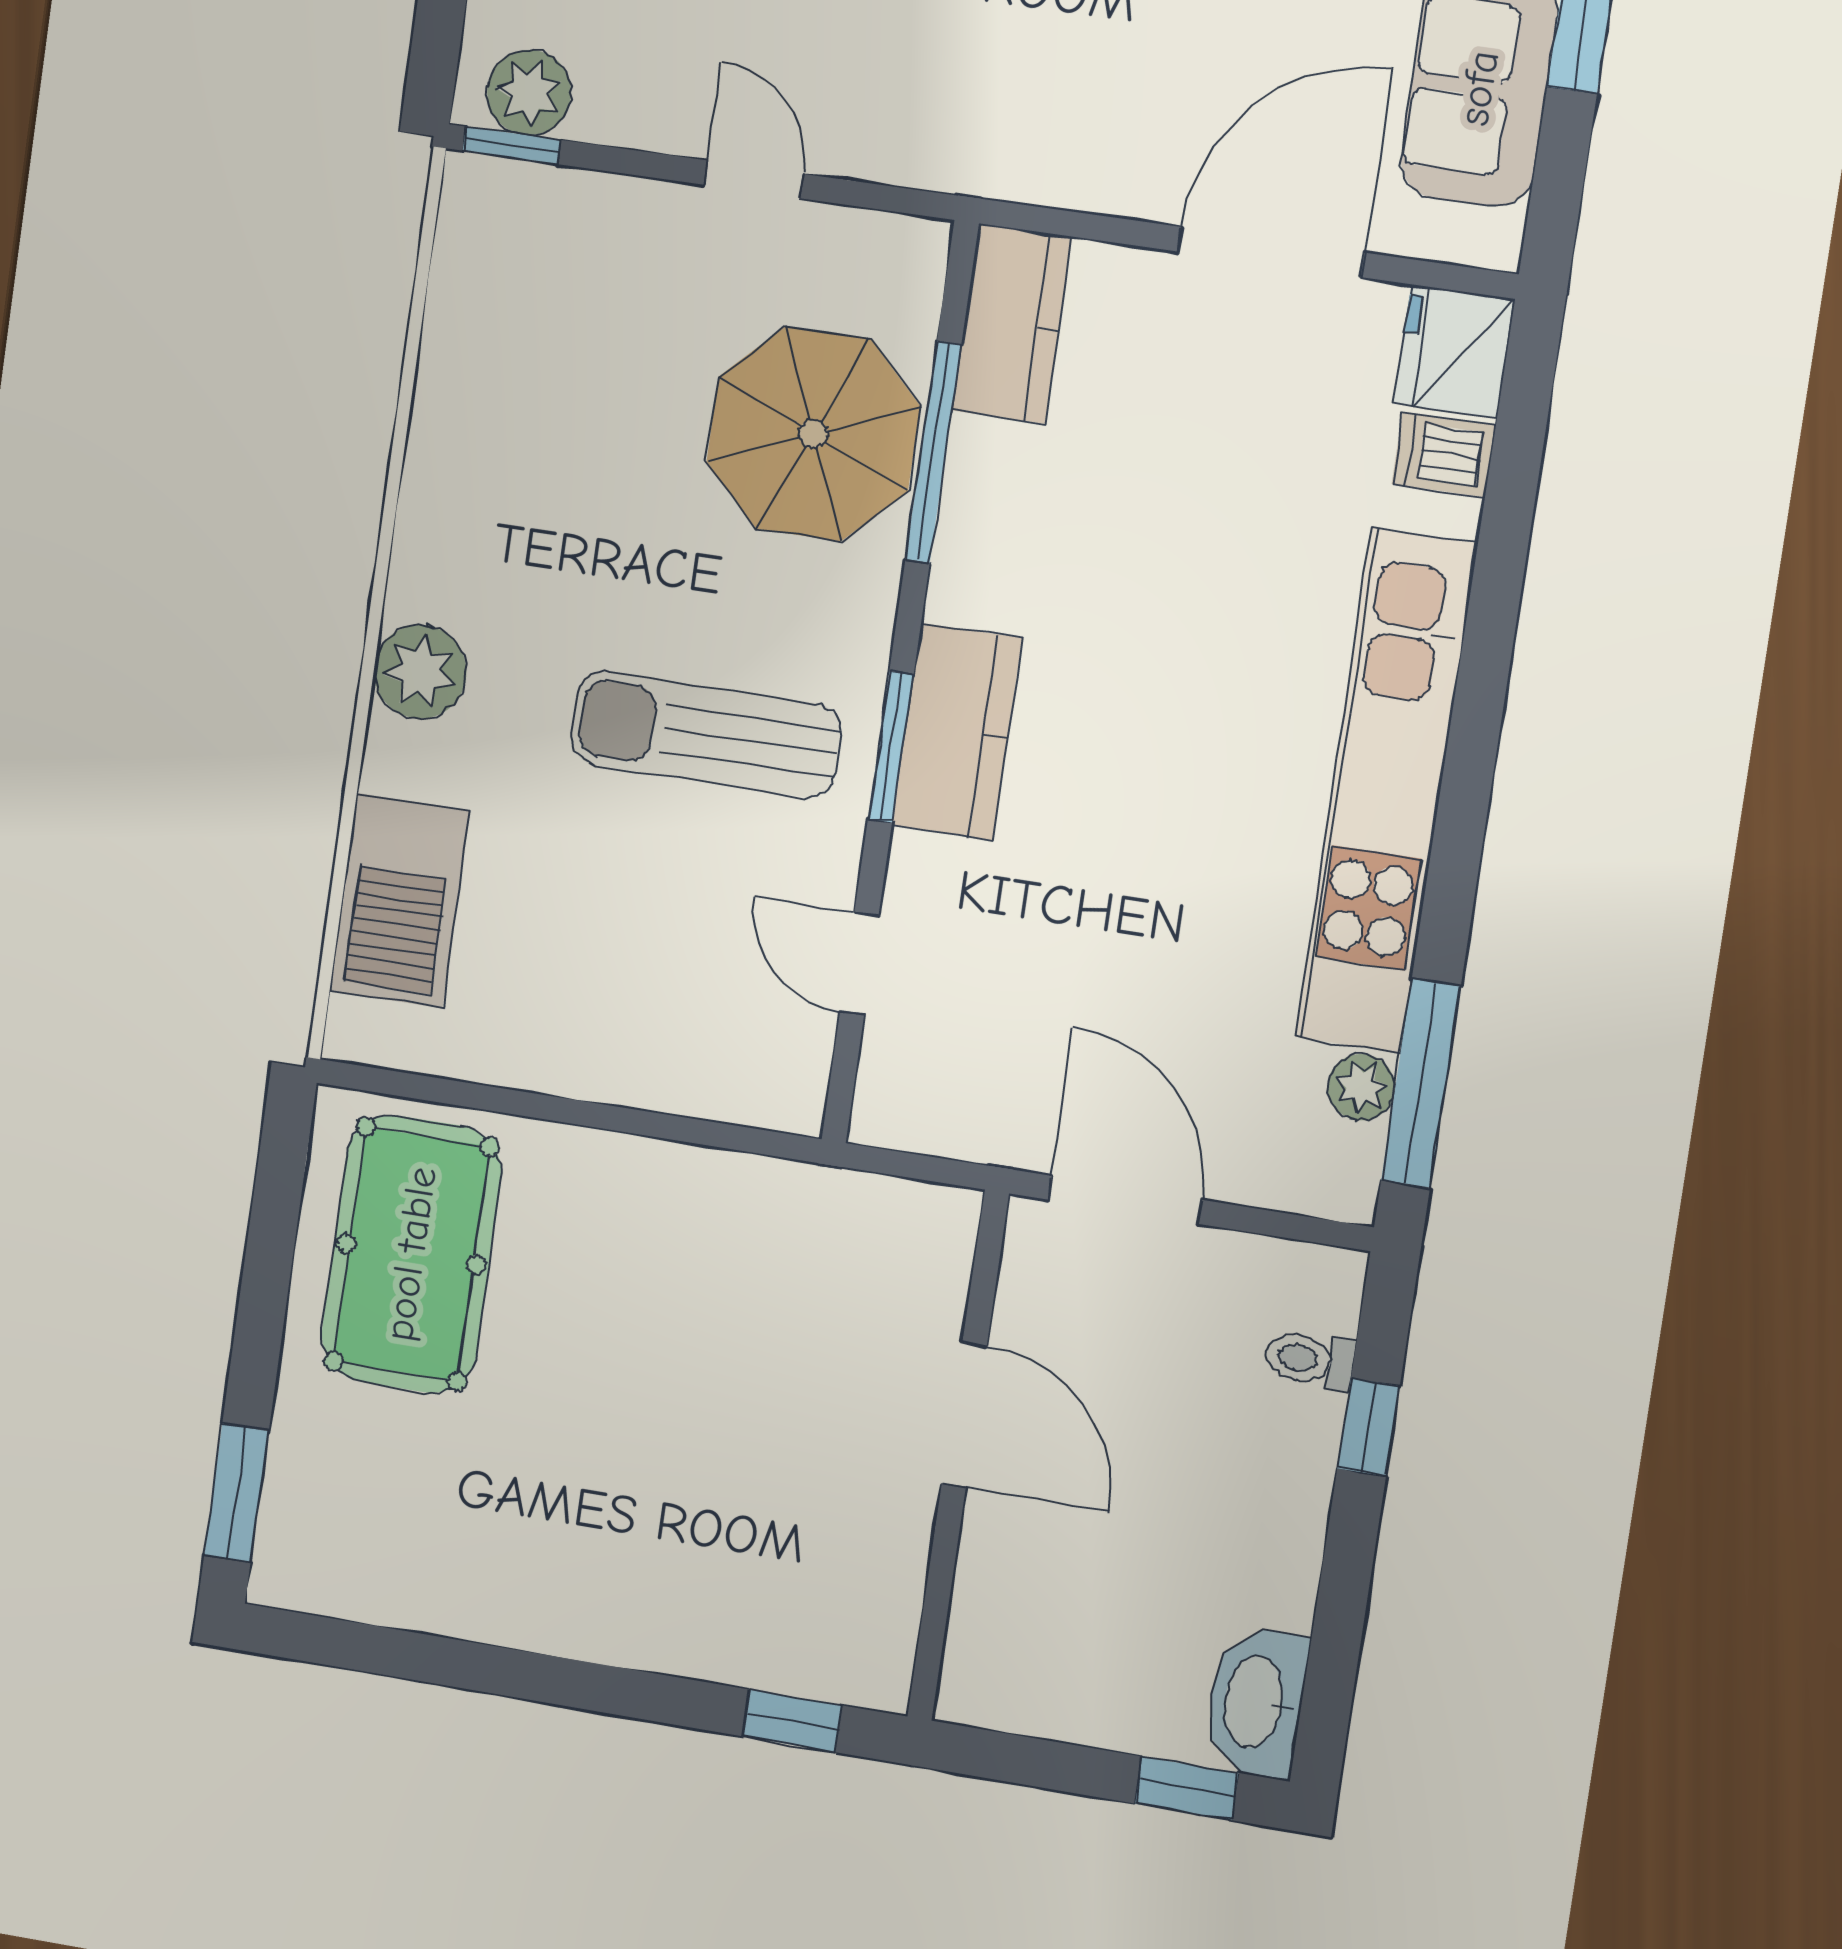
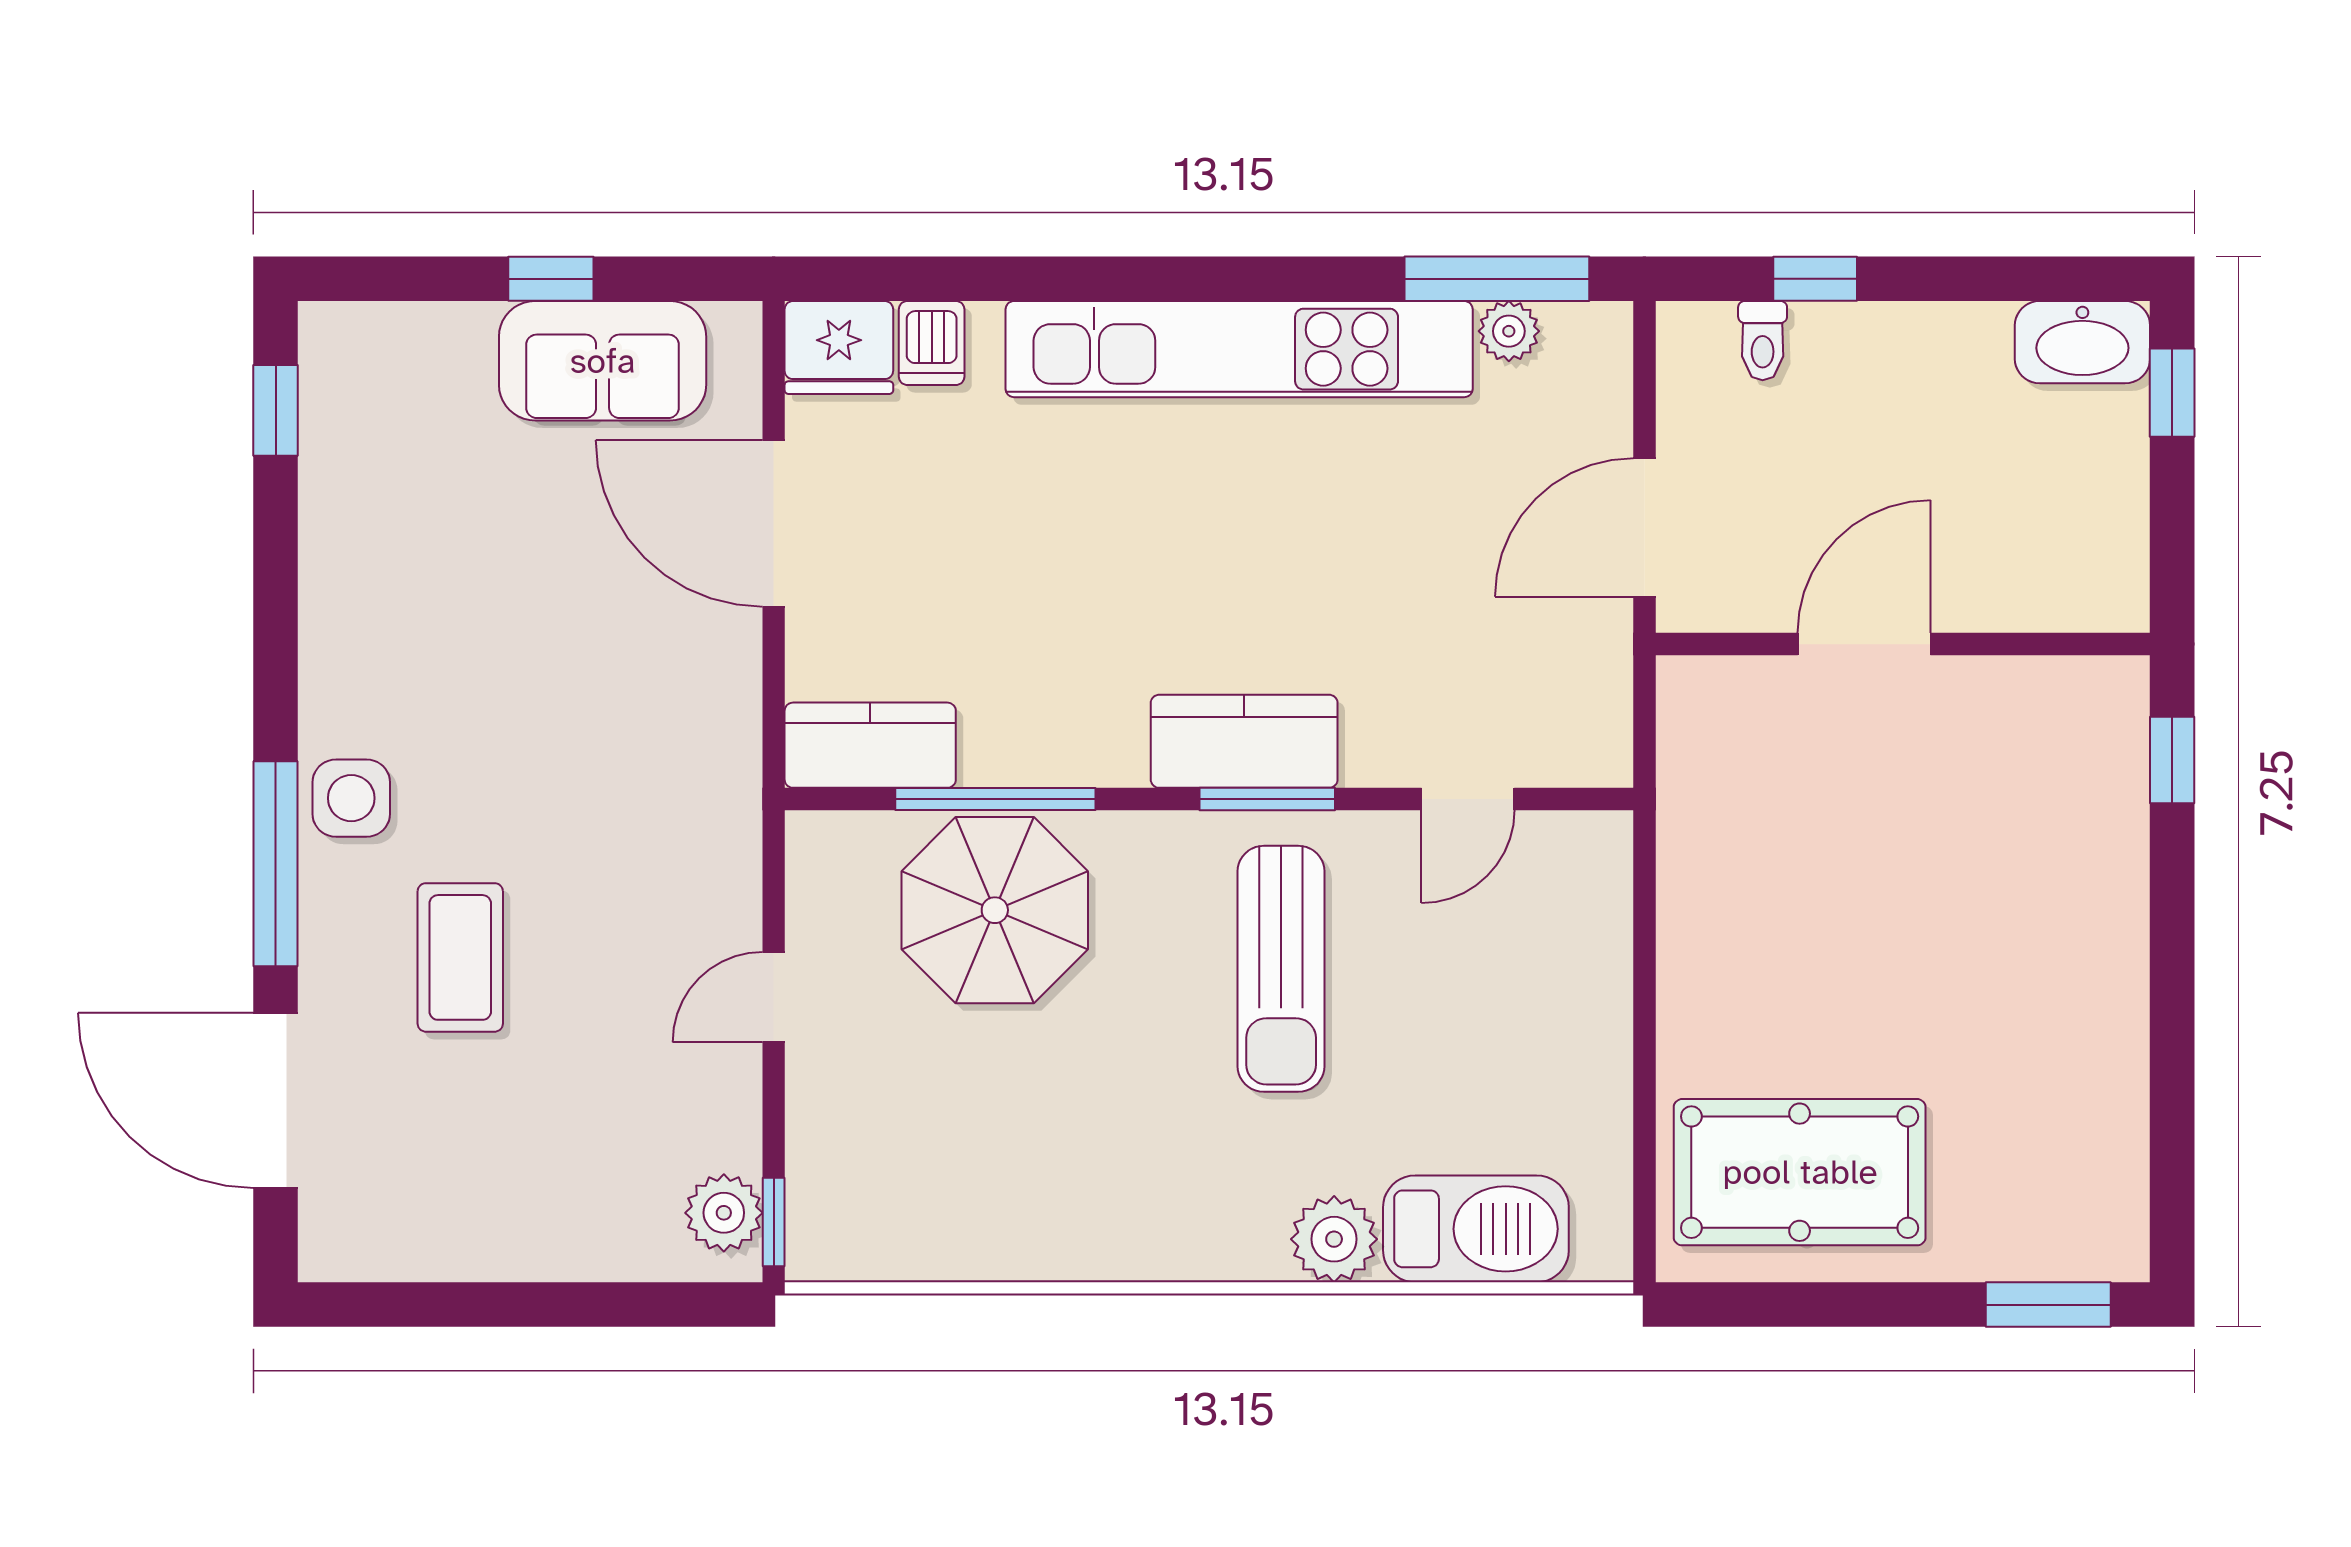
plant: (420, 672) -> (1334, 1239), moved

